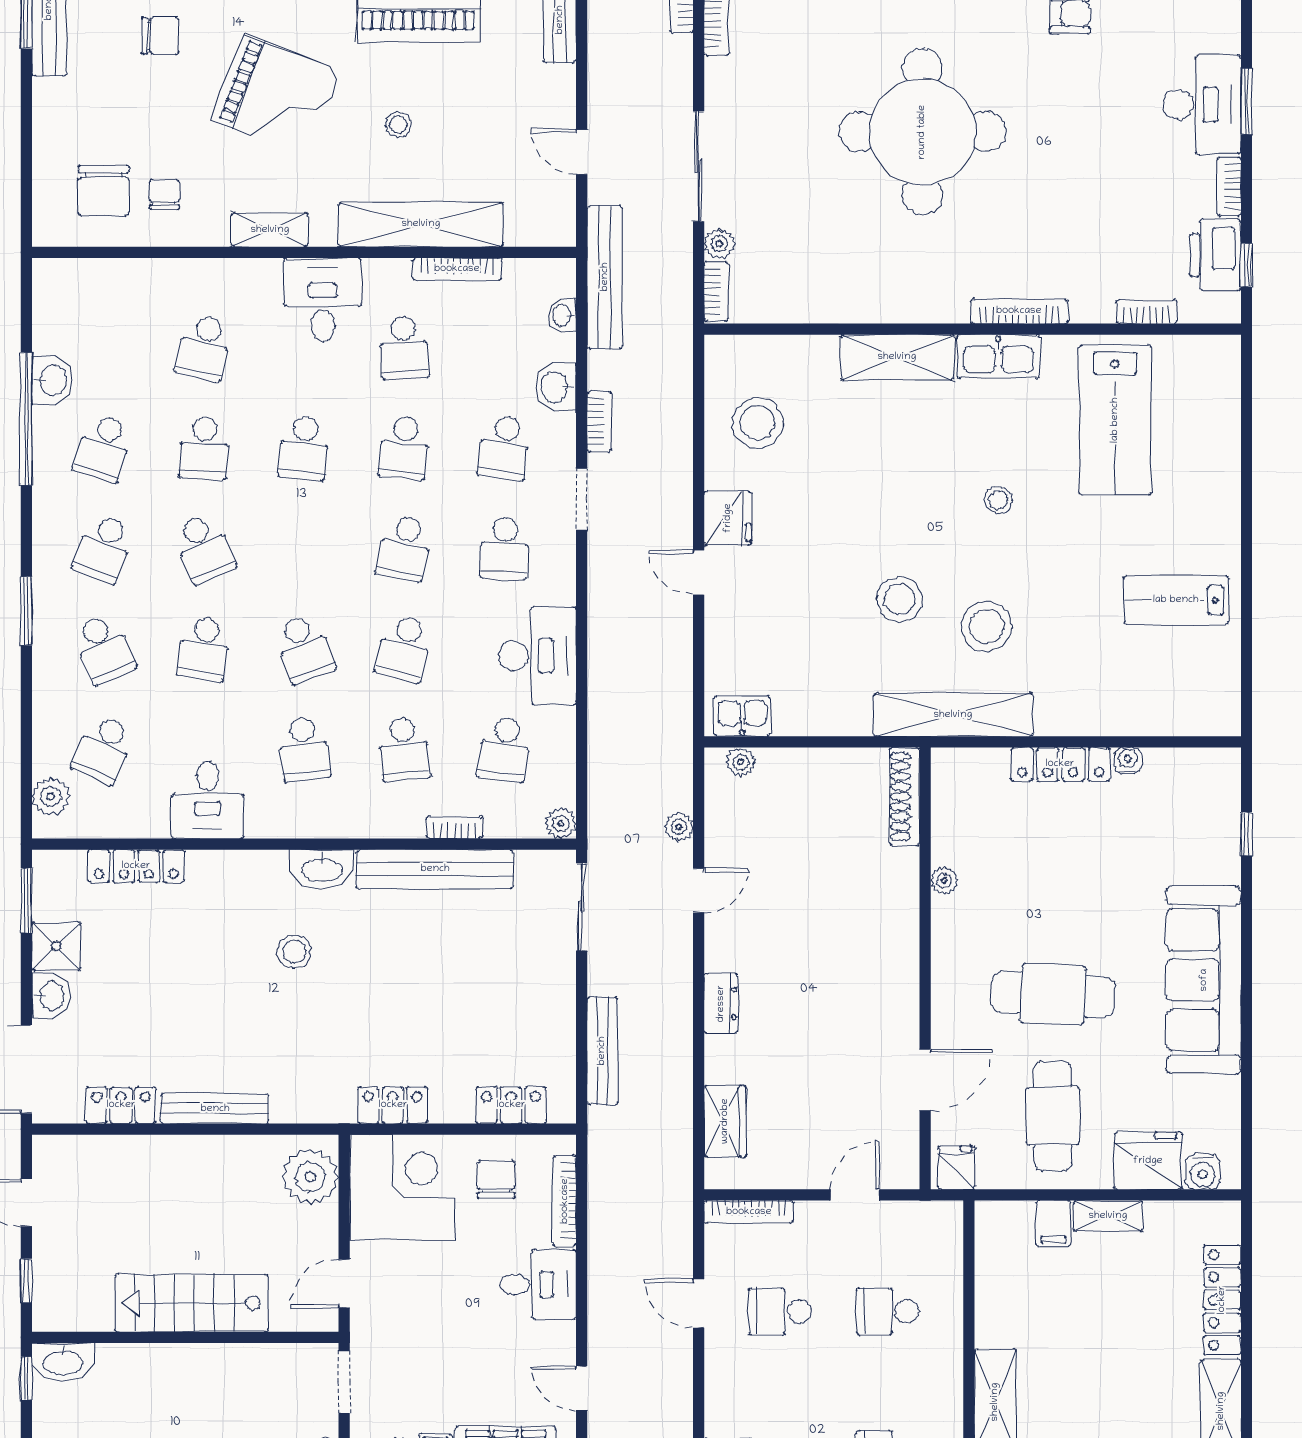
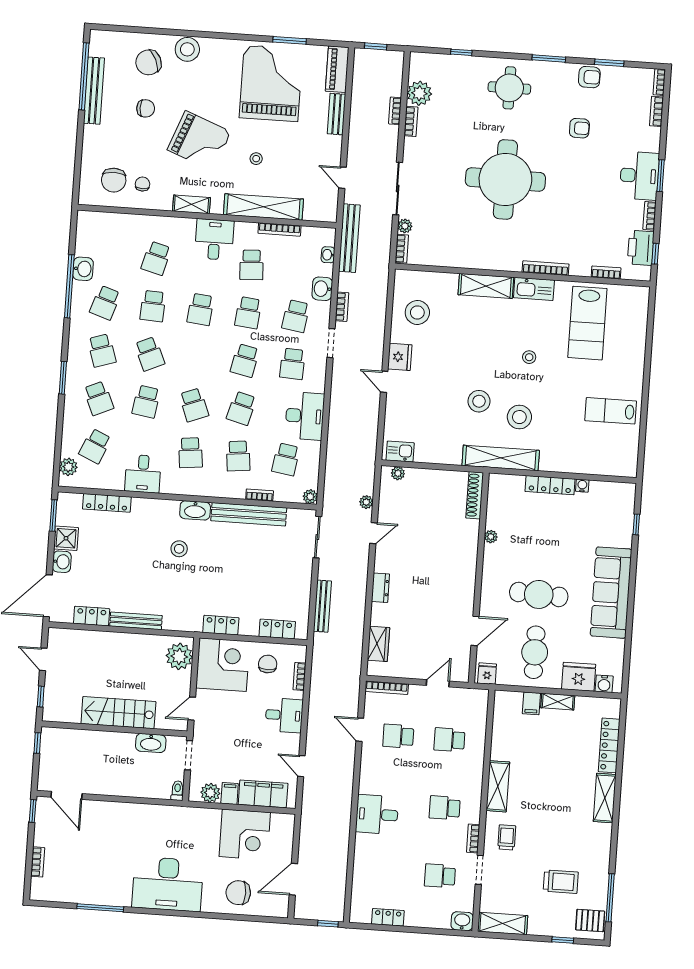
school desk: (104, 548) -> (102, 350), turned -39
bookcase: (565, 1201) -> (299, 676), width x0.64
washbasin: (63, 1362) -> (151, 743), moved

